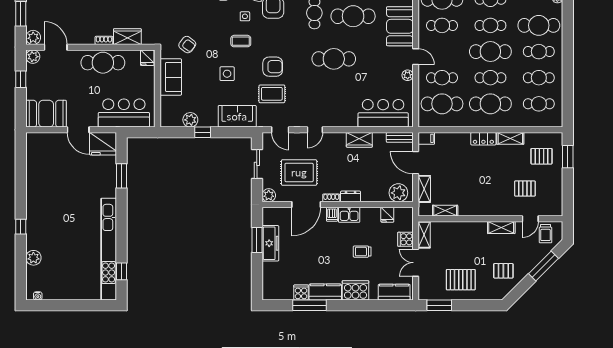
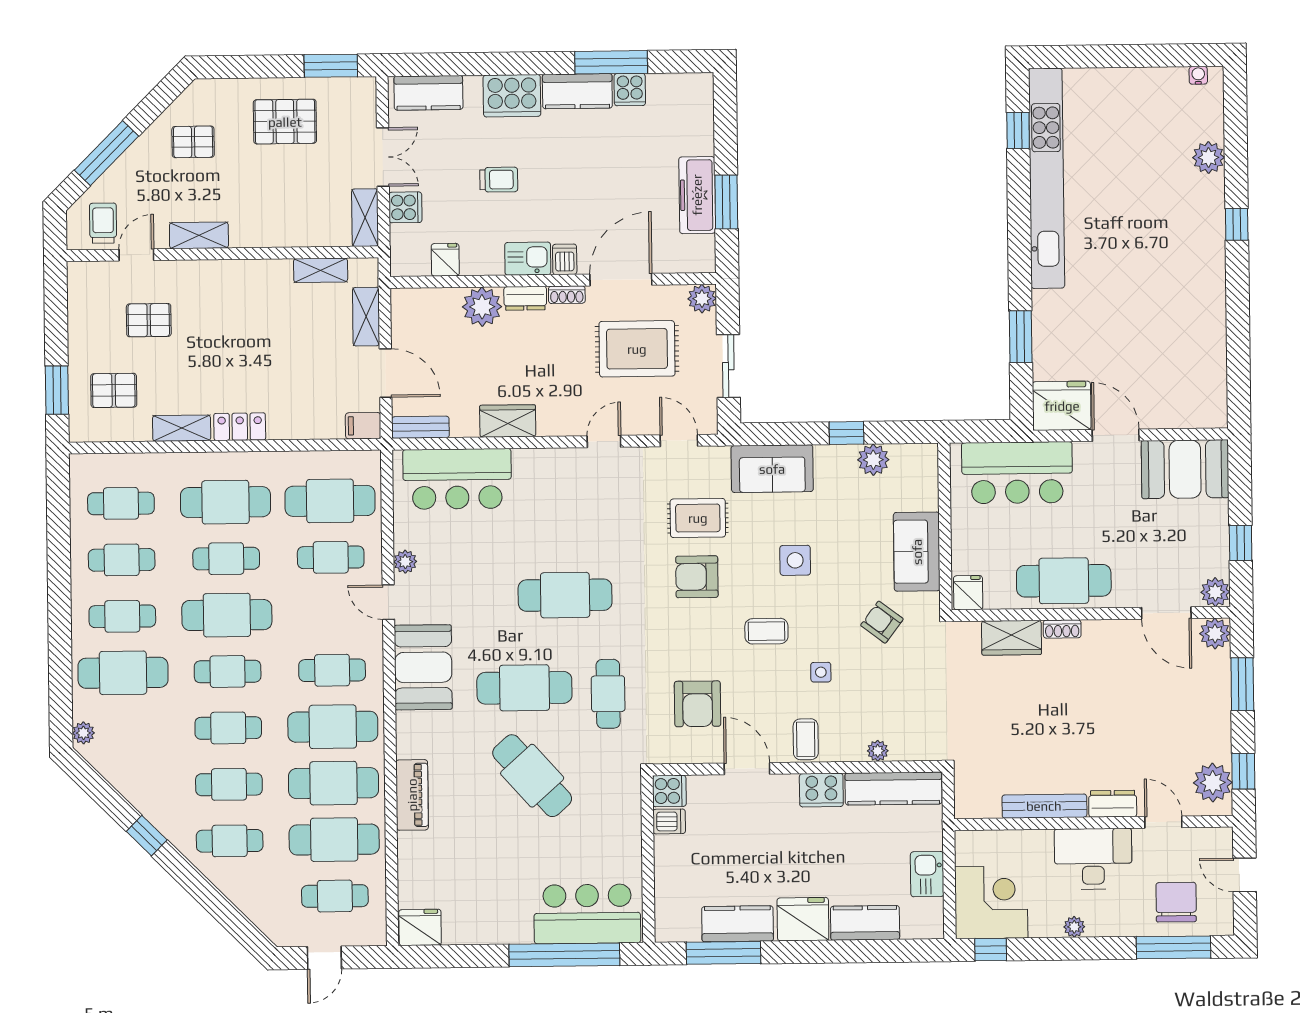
side table: (245, 16) -> (821, 672), moved
plant: (398, 193) -> (482, 307), moved

